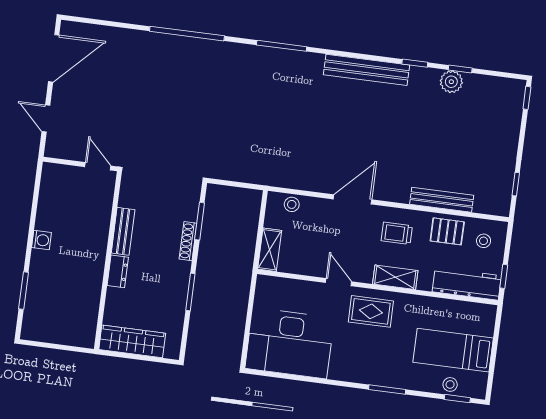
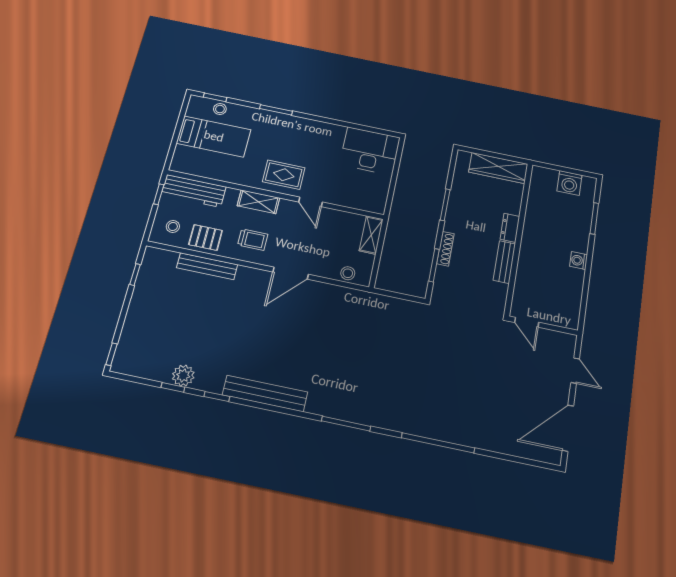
washing machine: (51, 331) -> (569, 183), added
desk: (290, 343) -> (370, 151), width x0.73, depth x0.77

